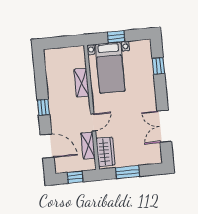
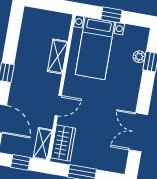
plant: (148, 65) -> (139, 57), added
shelving: (88, 146) -> (43, 144), moved

